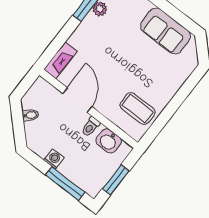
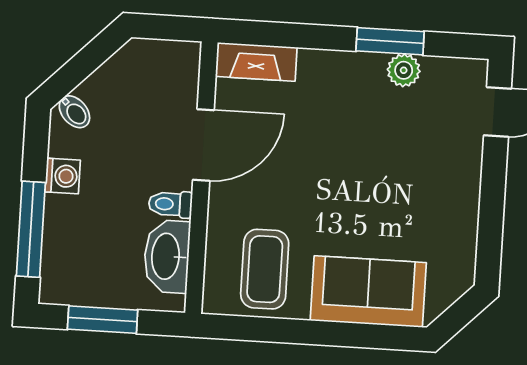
sofa: (166, 31) -> (368, 292), moved, turned 90
bidet: (30, 115) -> (74, 112), moved
washbasin: (109, 141) -> (167, 256), width x1.38

